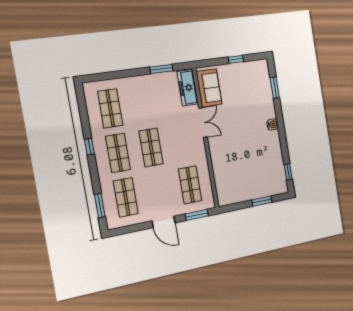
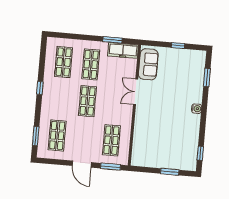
freezer: (188, 88) -> (123, 50), moved, turned -90
double door: (203, 123) -> (136, 92), swing flipped
shop shelf: (118, 153) -> (91, 64), moved

